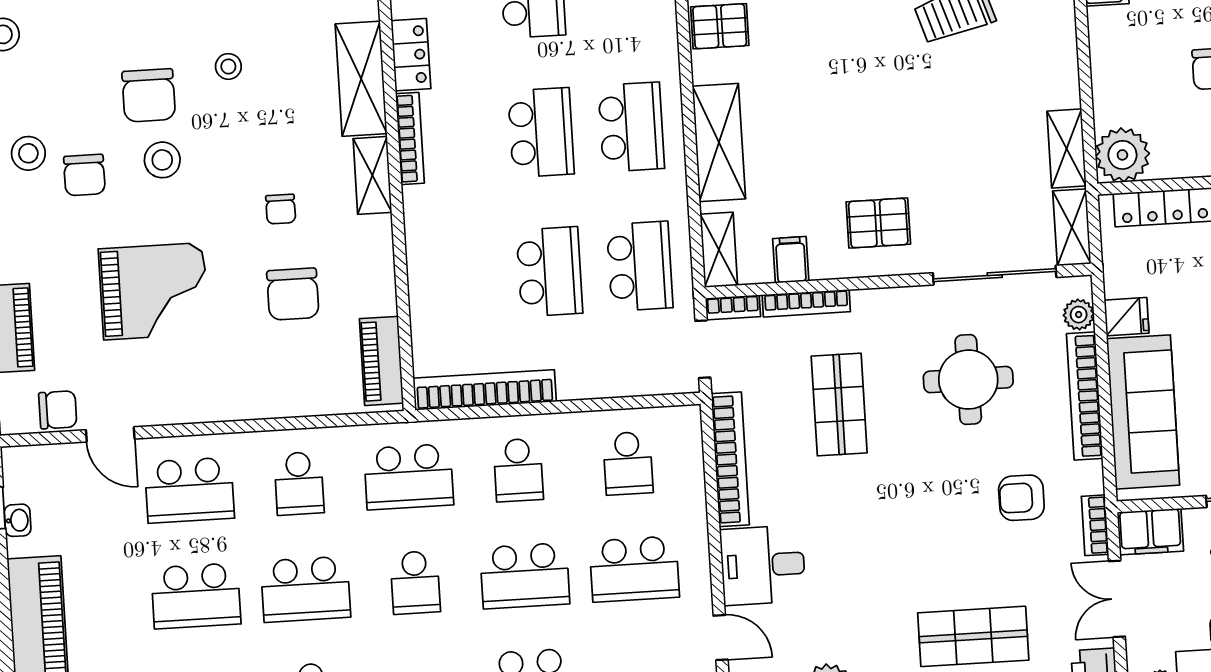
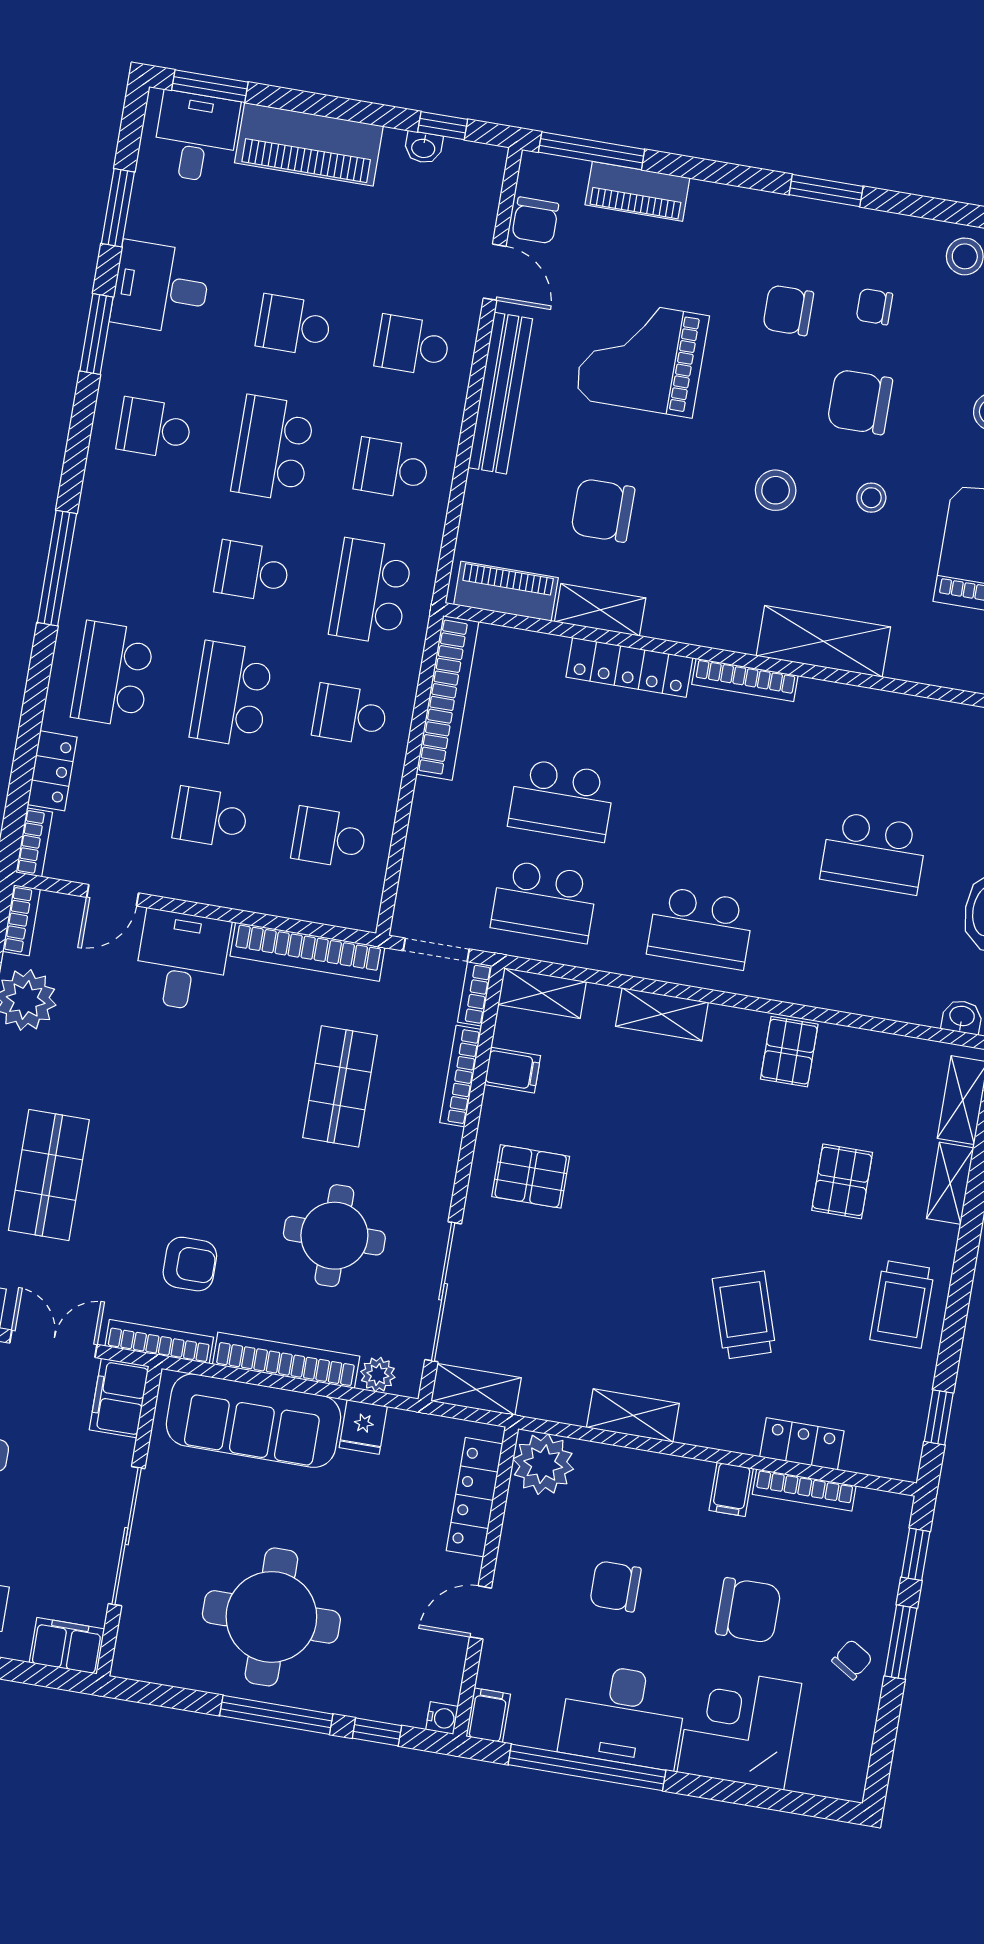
locker: (411, 55) -> (629, 667), moved, width x1.53
school desk: (541, 133) -> (718, 827), removed
shelving: (719, 142) -> (662, 1014), width x0.67, depth x0.75
shelving: (1067, 149) -> (633, 1415), moved
stool: (28, 153) -> (827, 254), removed
stool: (162, 160) -> (776, 490), moved
shelving: (372, 175) -> (600, 610), moved
chair: (281, 209) -> (874, 307), moved
pallet: (878, 223) -> (531, 1176), turned 90
grand piano: (154, 291) -> (642, 357), turned 90
shop shelf: (839, 404) -> (340, 1086), turned 90
bench: (213, 405) -> (500, 393), added
door: (110, 434) -> (495, 272), swing flipped
school desk: (189, 490) -> (413, 345), width x0.54
armchair: (1021, 498) -> (190, 1264), turned 90
bookcase: (1095, 525) -> (159, 1342), width x1.56
school desk: (634, 569) -> (211, 817), width x0.54
school desk: (196, 596) -> (294, 325), width x0.54

